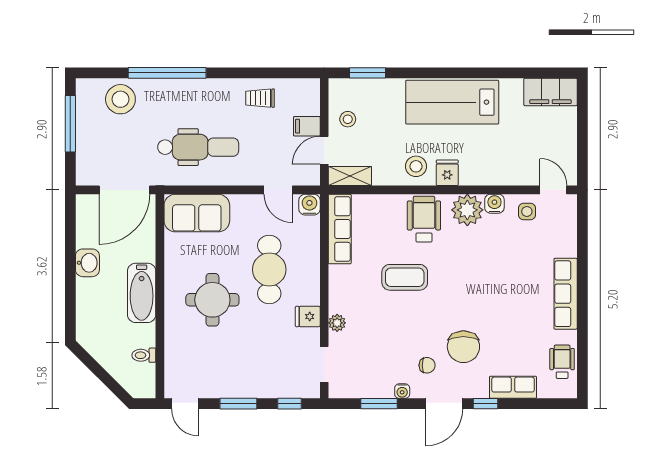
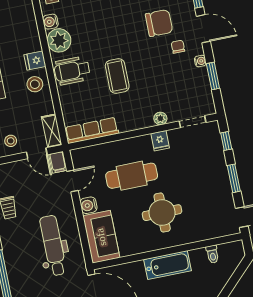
filing cabinet: (307, 126) -> (58, 162), moved
water cooler: (309, 205) -> (88, 205), moved

